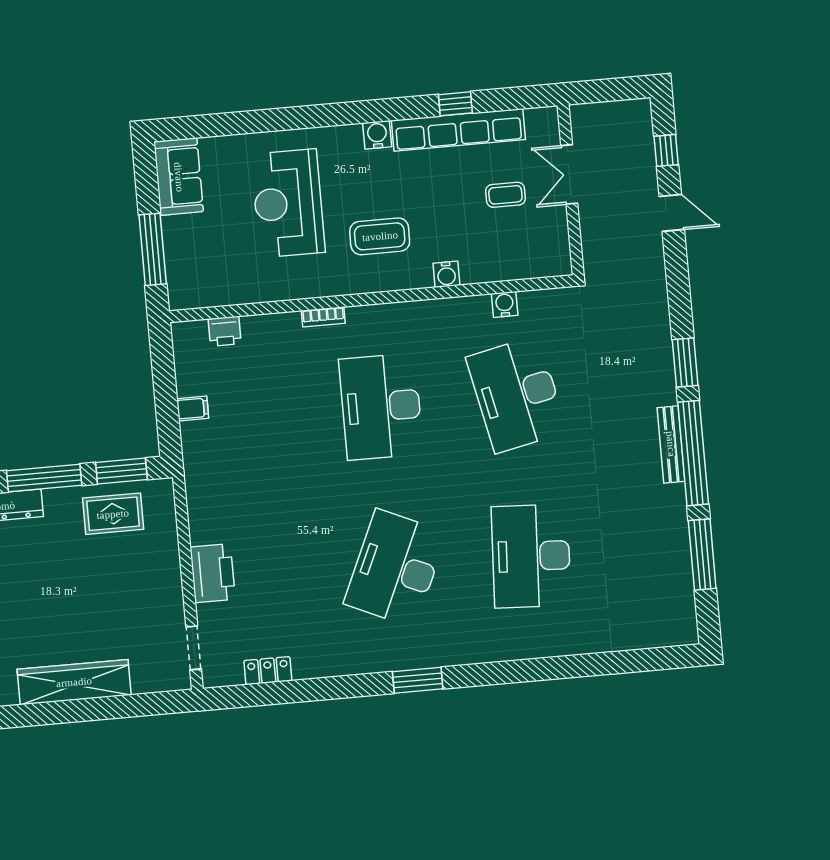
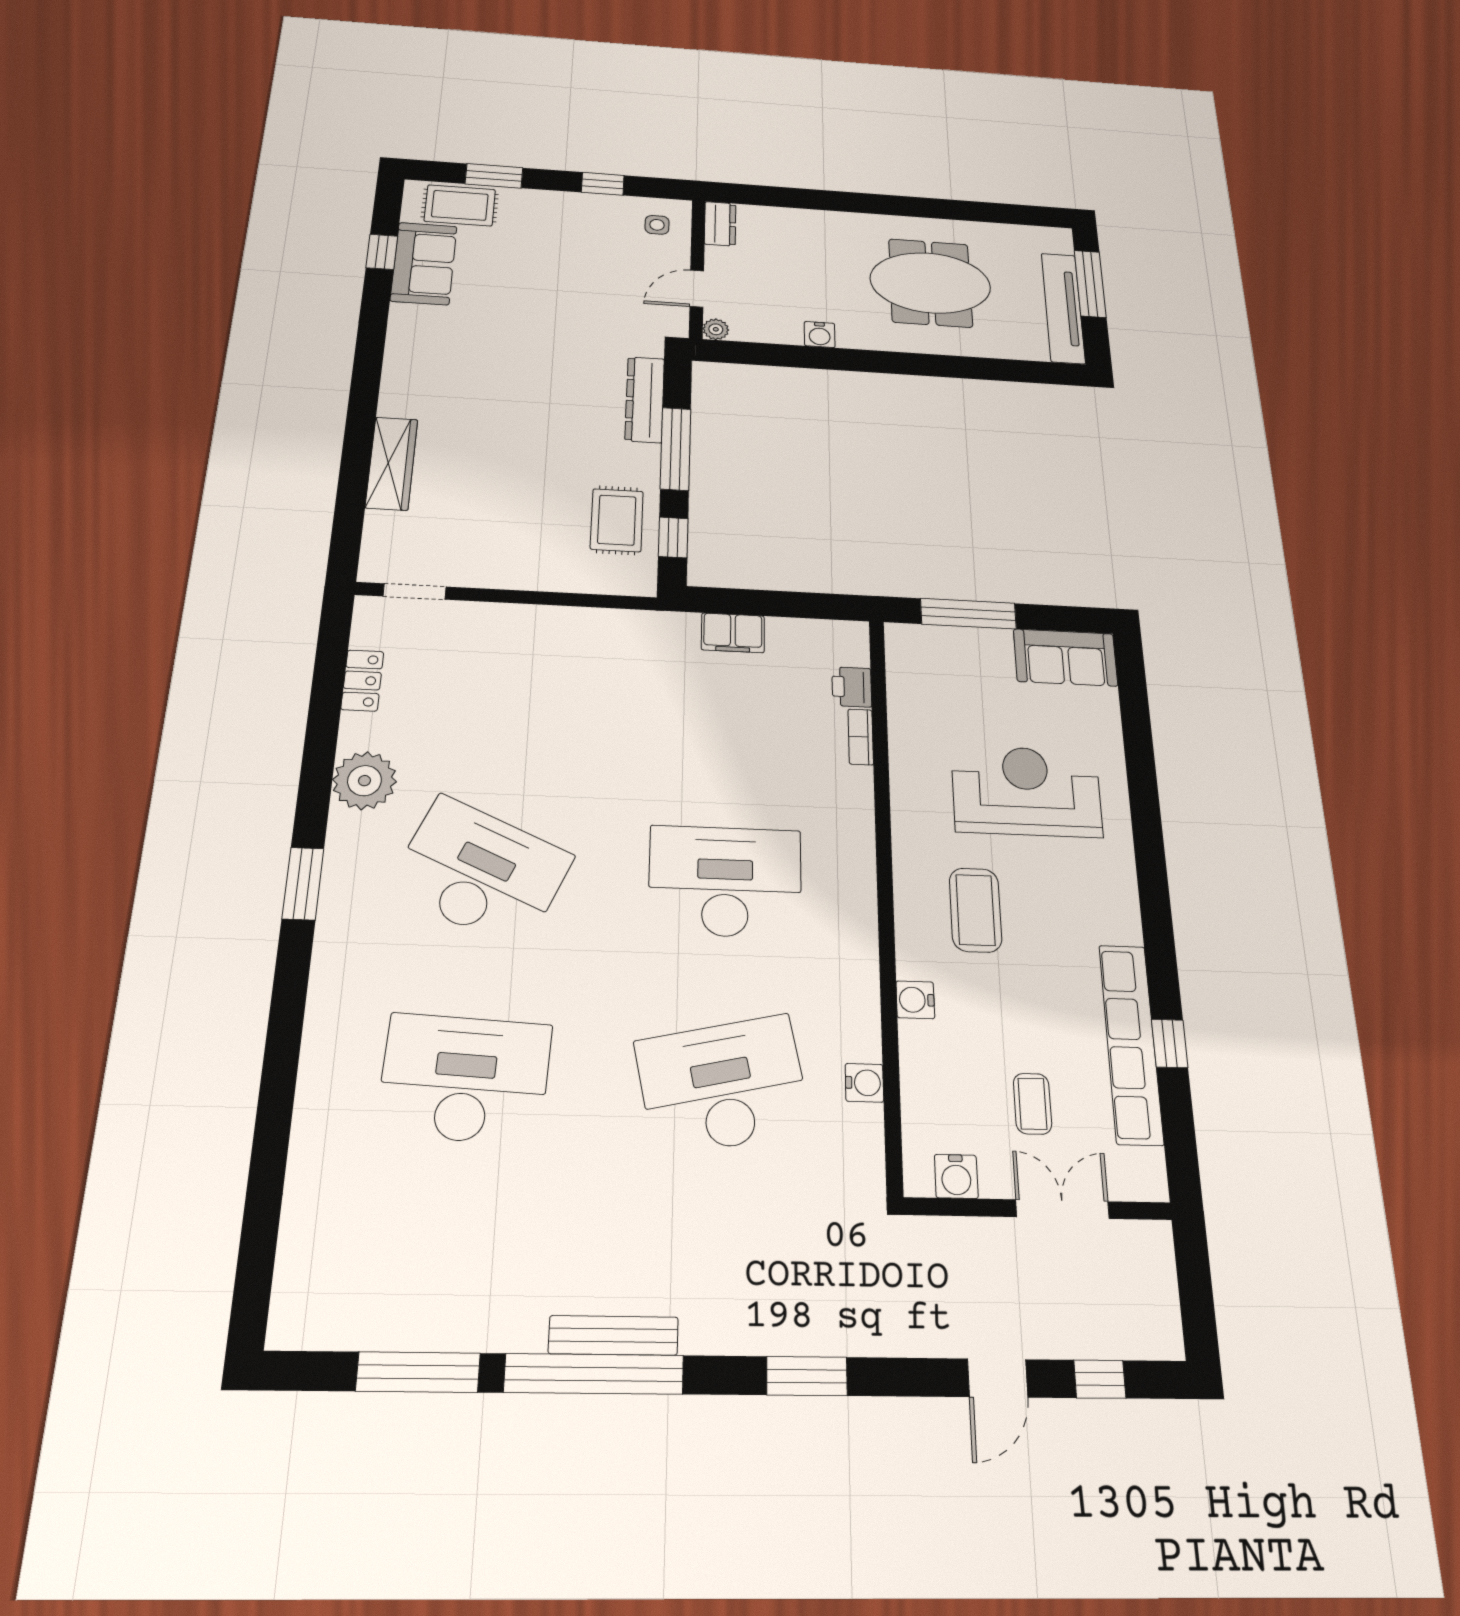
water cooler: (377, 135) -> (956, 1176), moved, turned 90
bookcase: (323, 317) -> (861, 737), moved
window: (685, 362) -> (807, 1376), moved
filing cabinet: (193, 408) -> (733, 633), width x2.00
window: (121, 471) -> (673, 537), width x0.67
printer: (213, 573) -> (515, 628), removed
plant: (341, 655) -> (364, 781), added
wardrobe: (74, 682) -> (392, 463), width x0.71, depth x0.85

